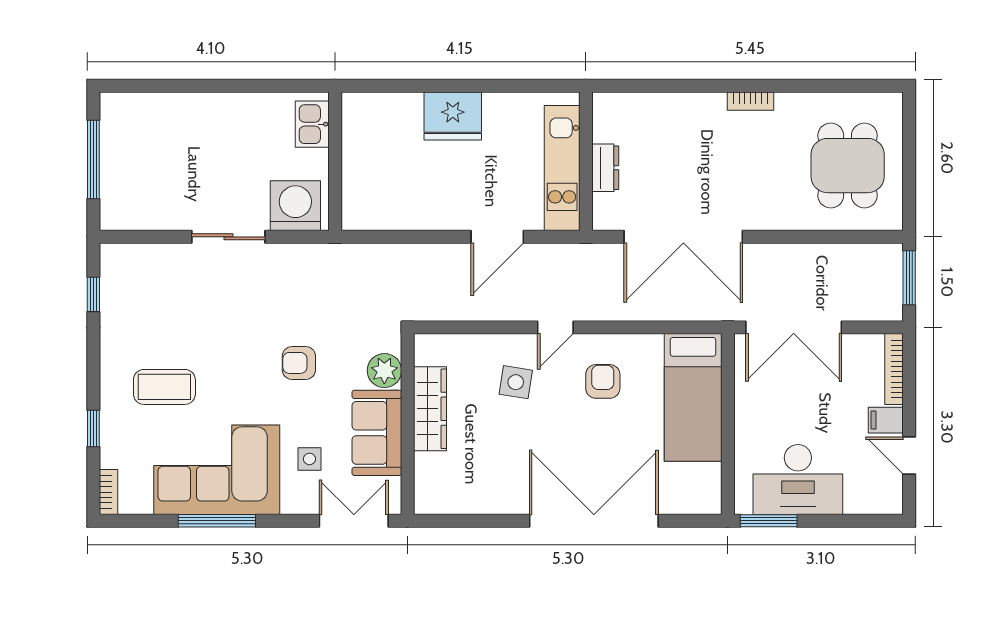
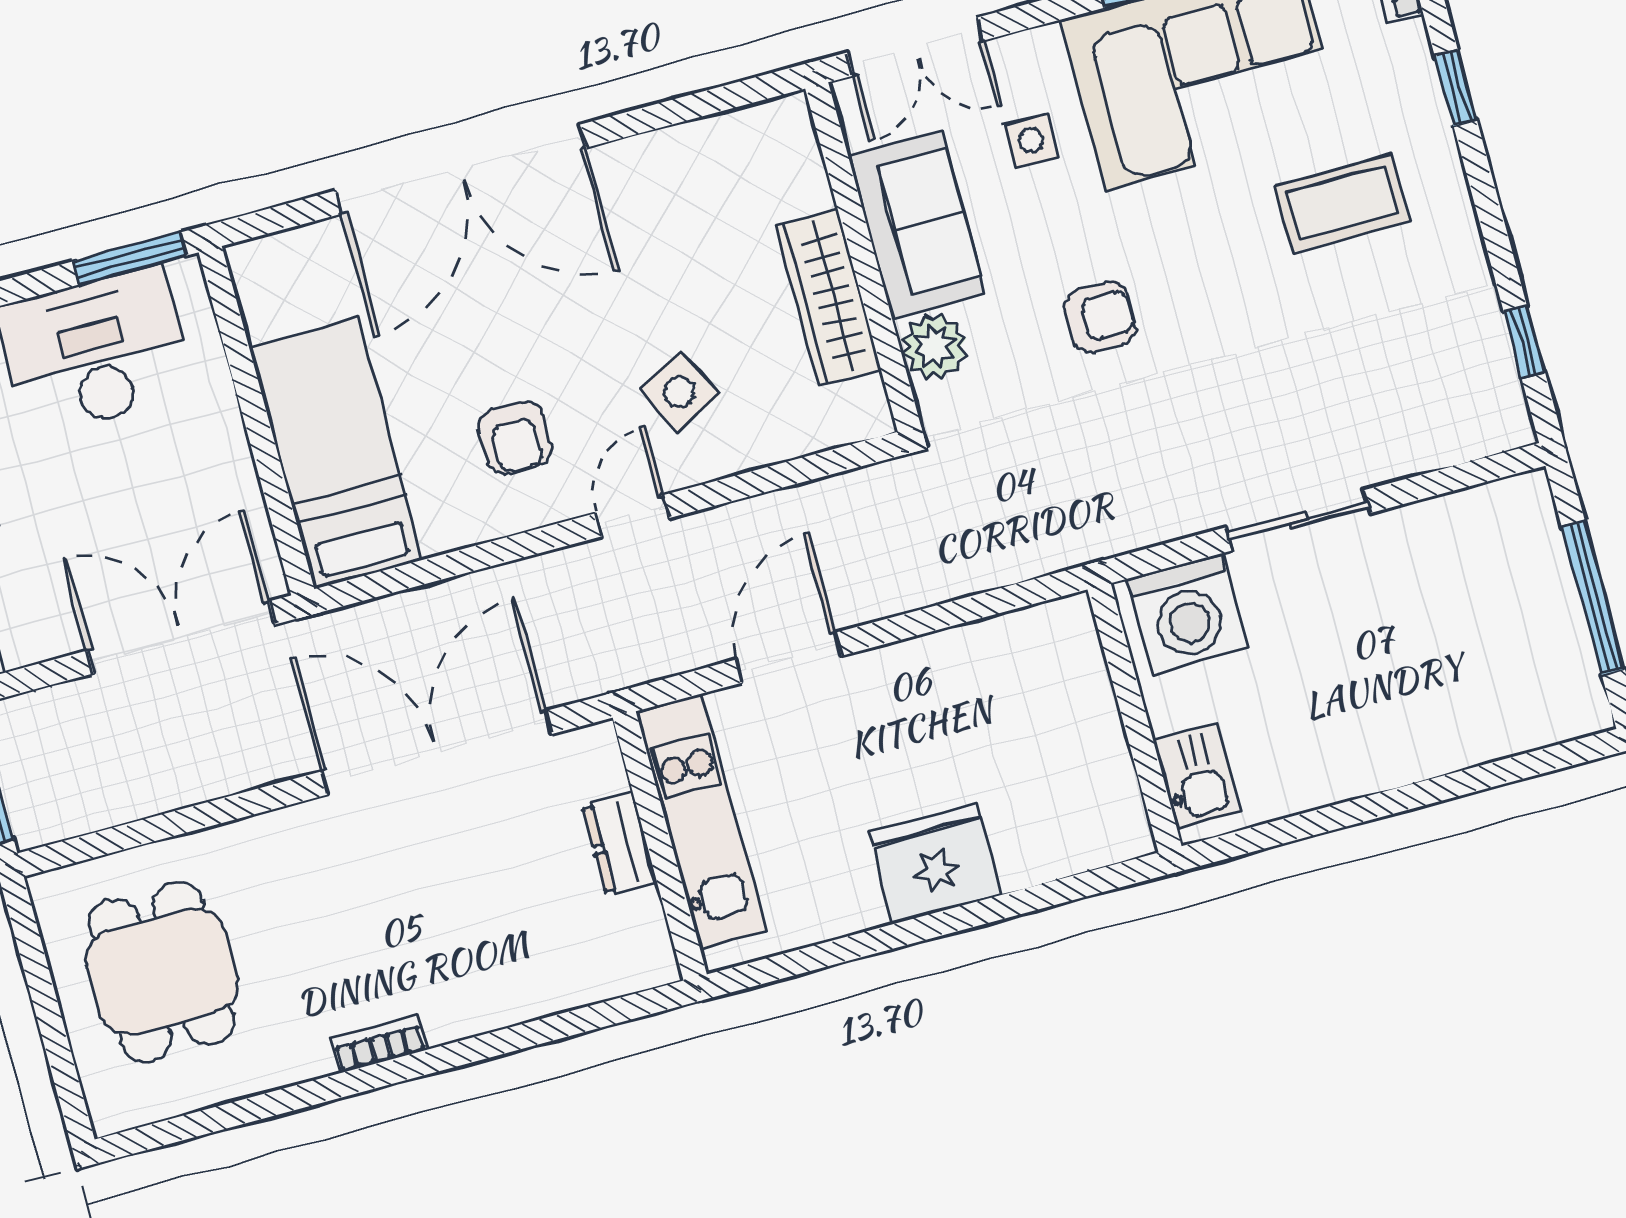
side table: (516, 382) -> (680, 392), turned -35

